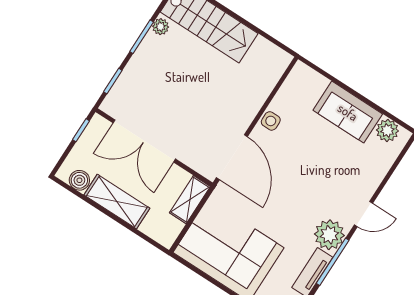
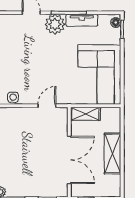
door: (232, 157) -> (47, 106), width x0.53
boiler: (79, 180) -> (114, 182), removed

